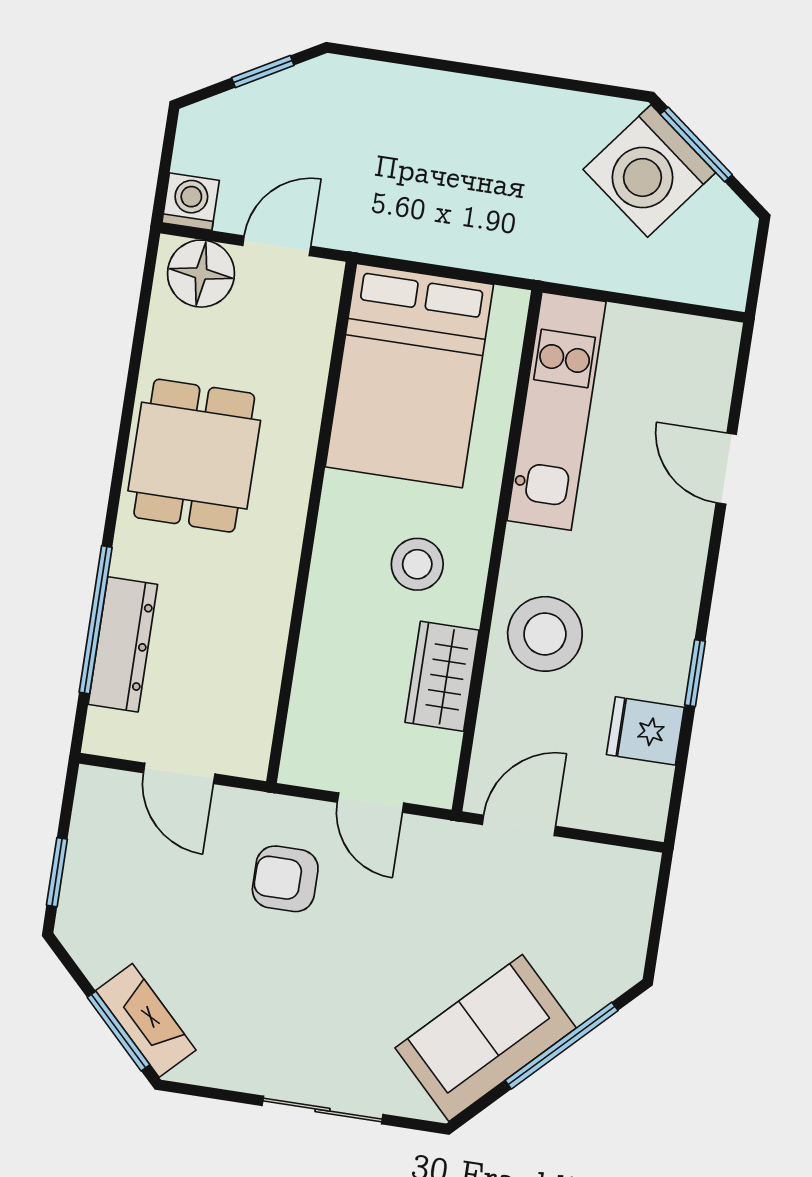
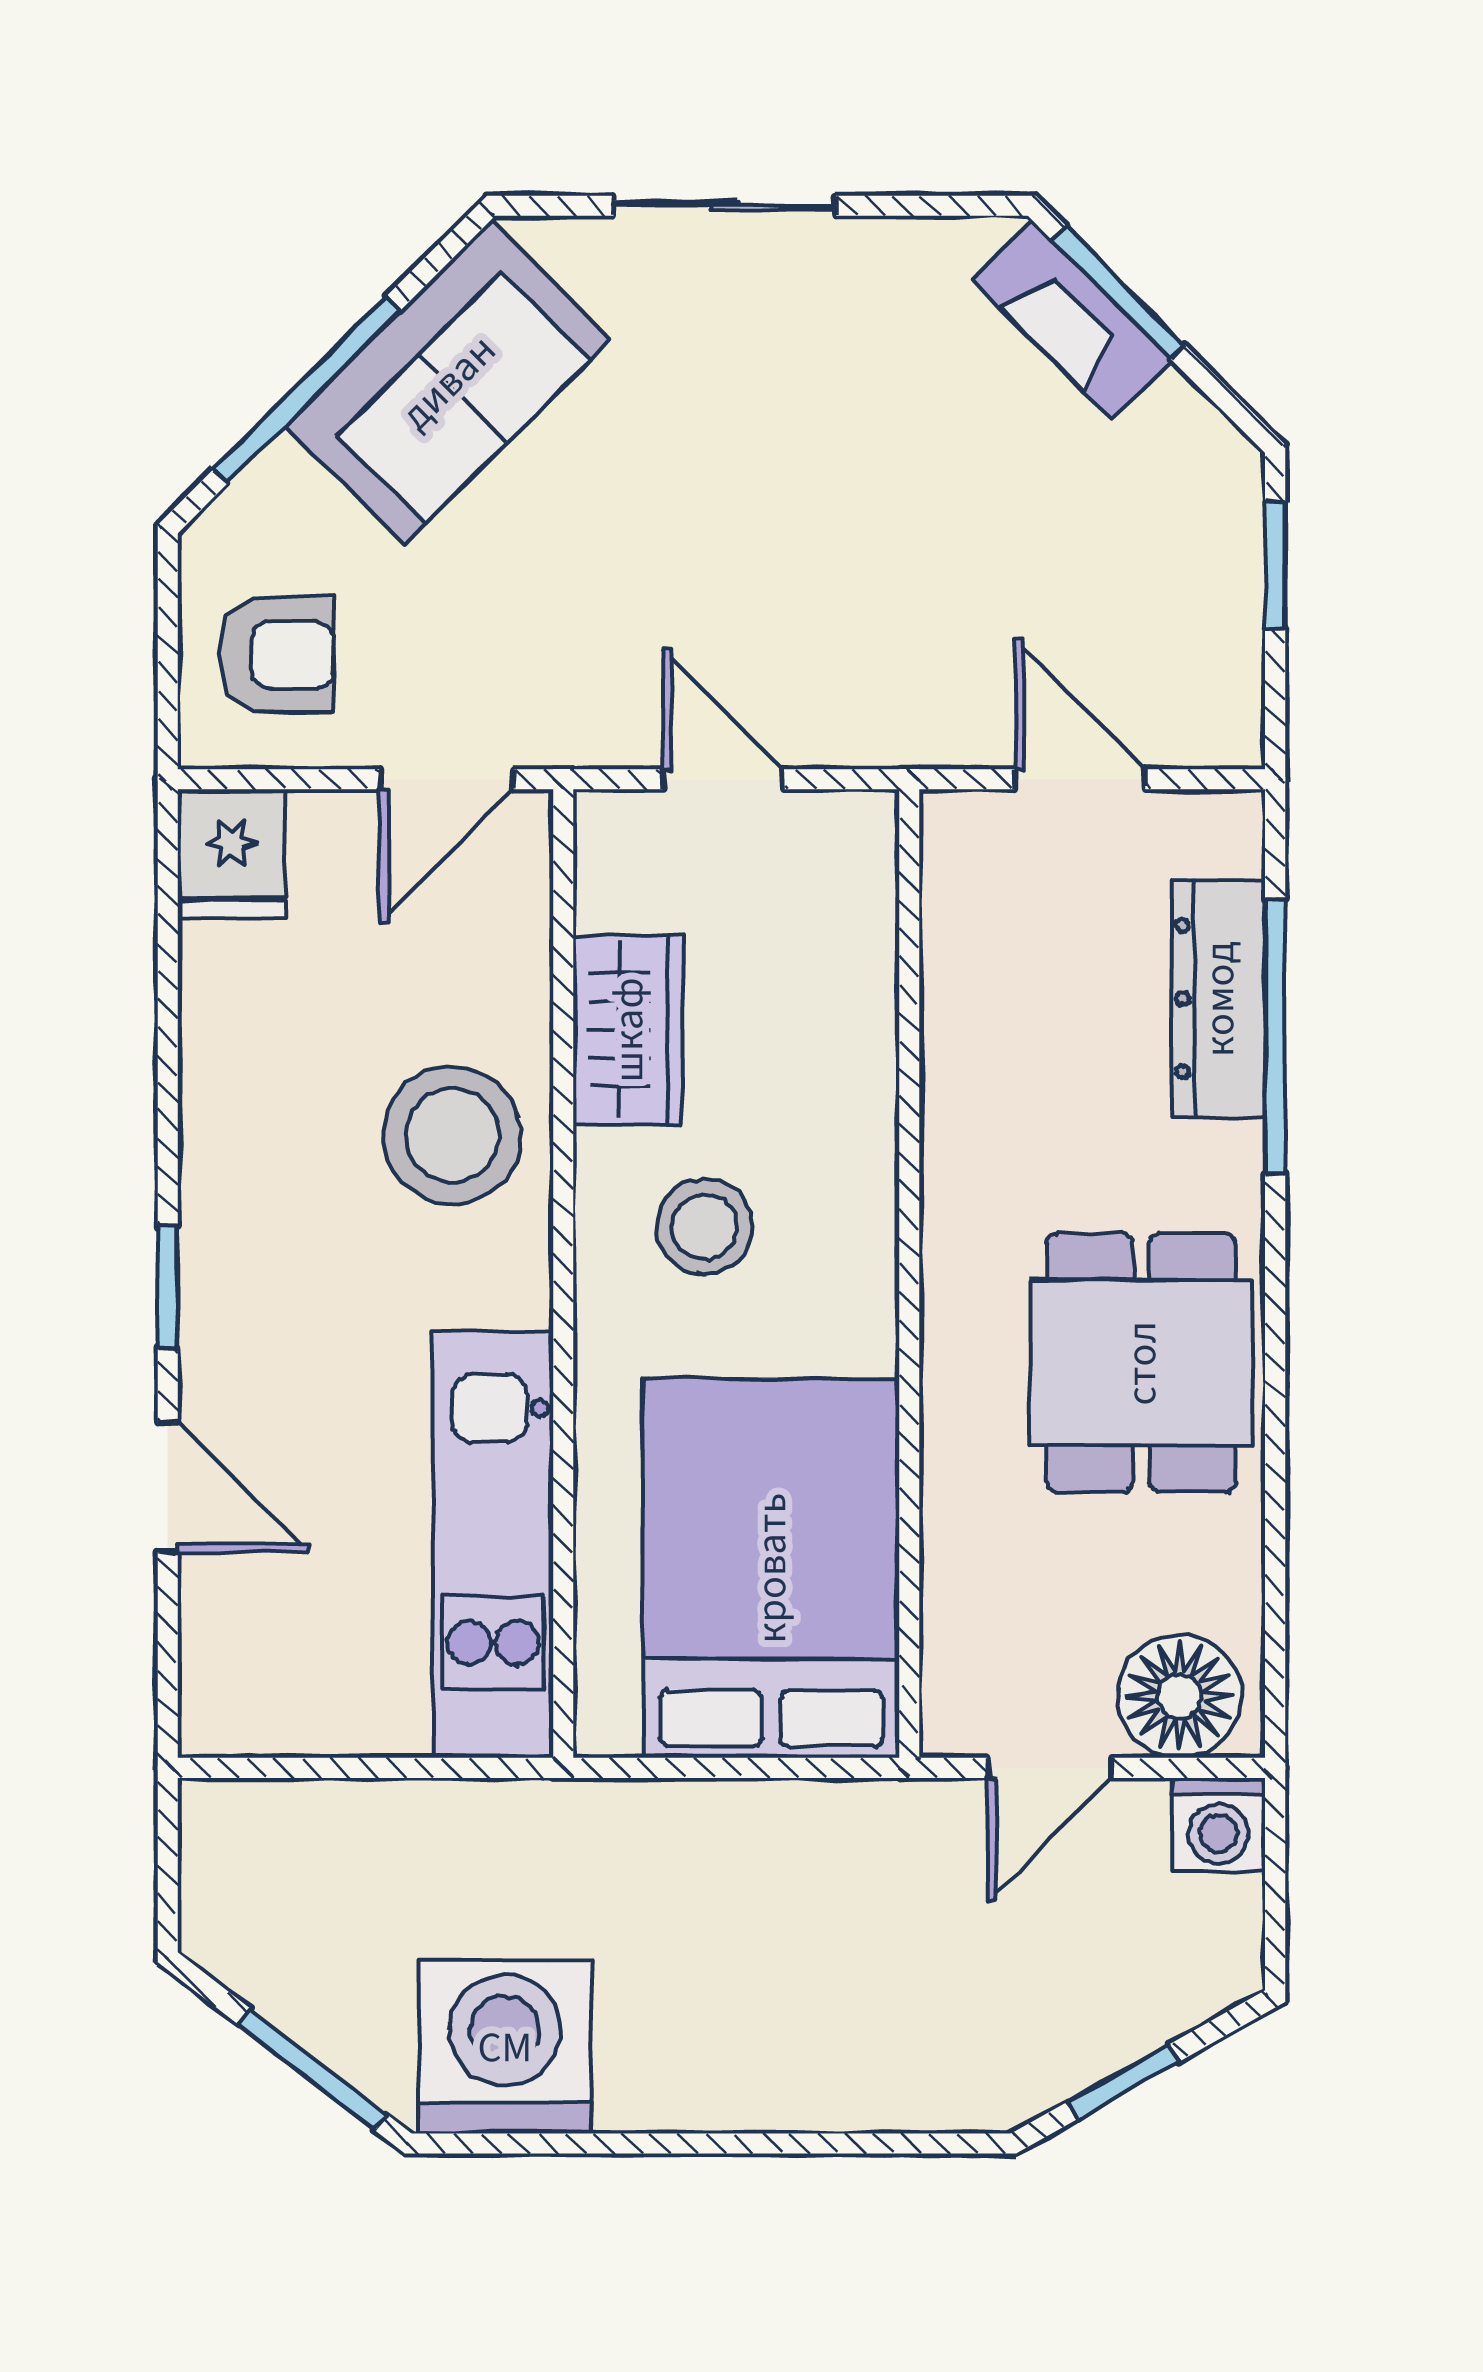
washing machine: (649, 171) -> (505, 2047), moved, turned -38
window: (695, 673) -> (168, 1287), moved
fridge: (645, 731) -> (232, 853), moved, turned 90
armchair: (285, 879) -> (276, 655), moved

